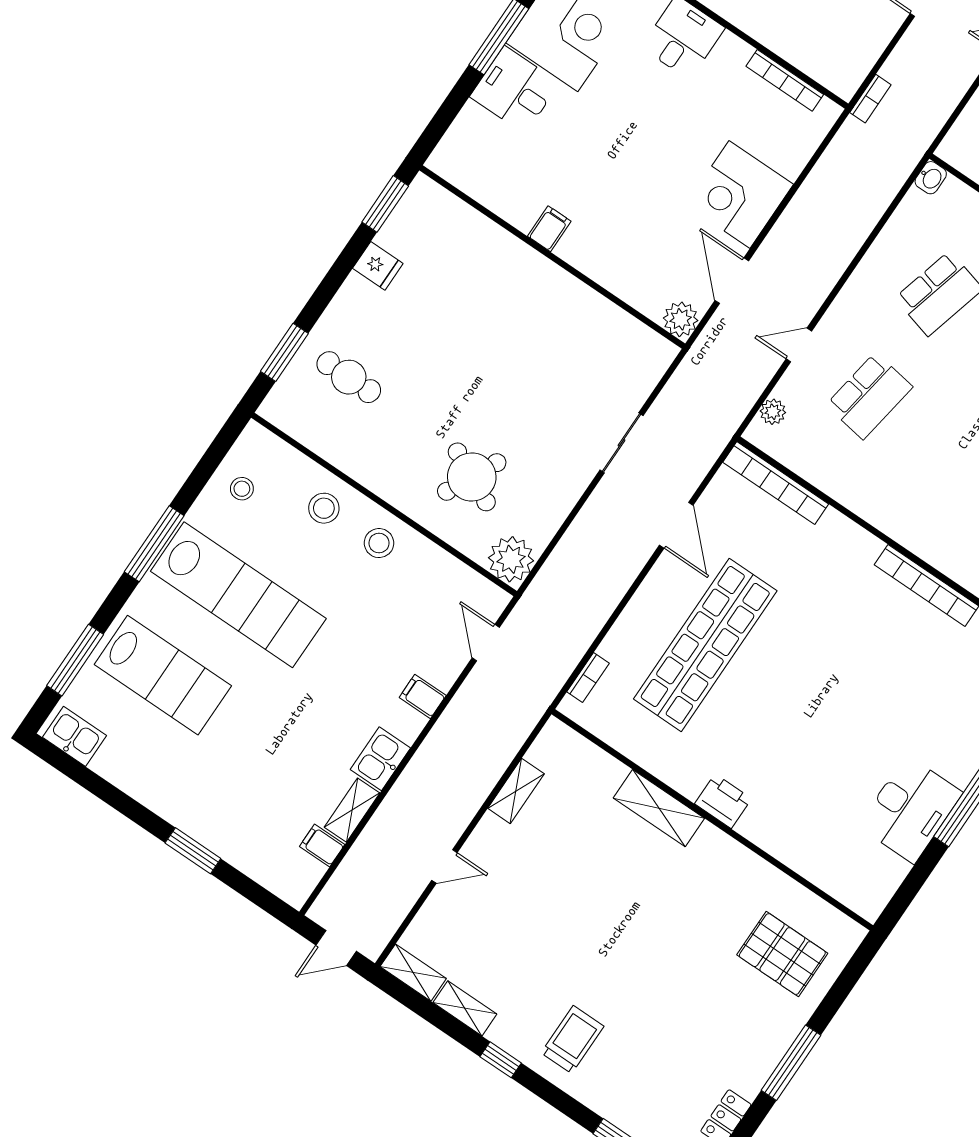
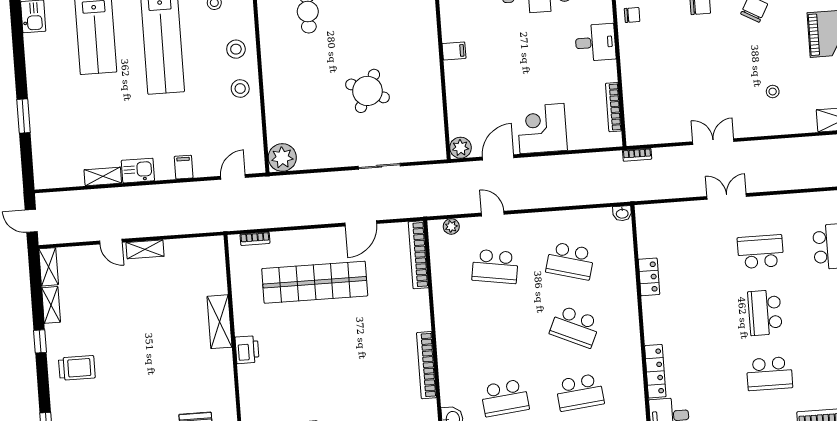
round table: (472, 477) -> (367, 91), moved
shelving: (516, 791) -> (145, 249), moved
filing cabinet: (322, 846) -> (75, 176), removed

